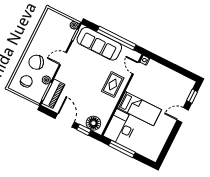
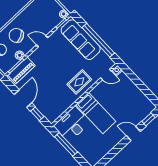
door: (136, 68) -> (106, 74), swing flipped
floor lamp: (93, 123) -> (48, 111), removed

